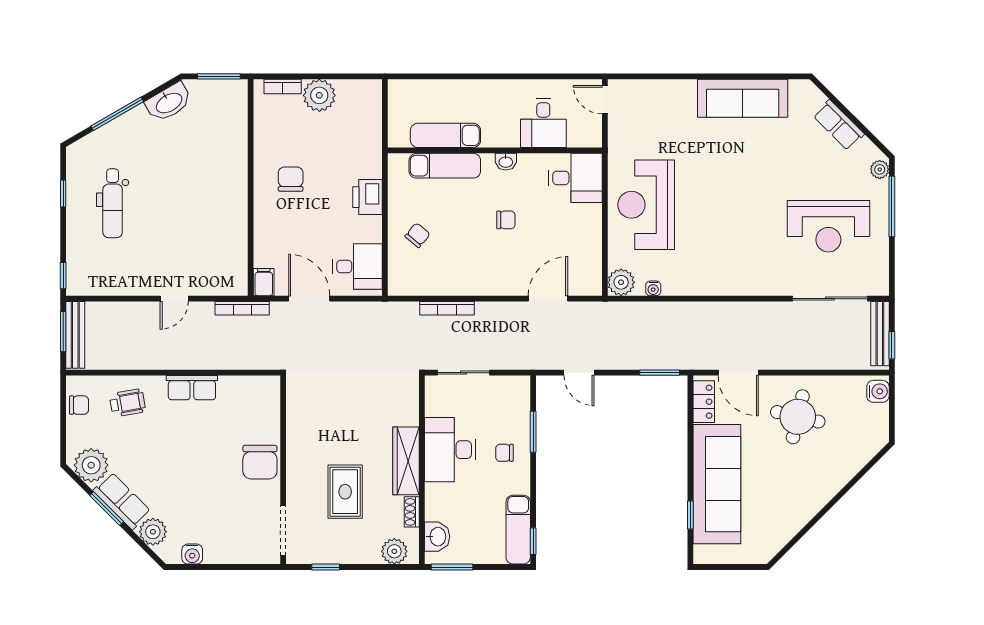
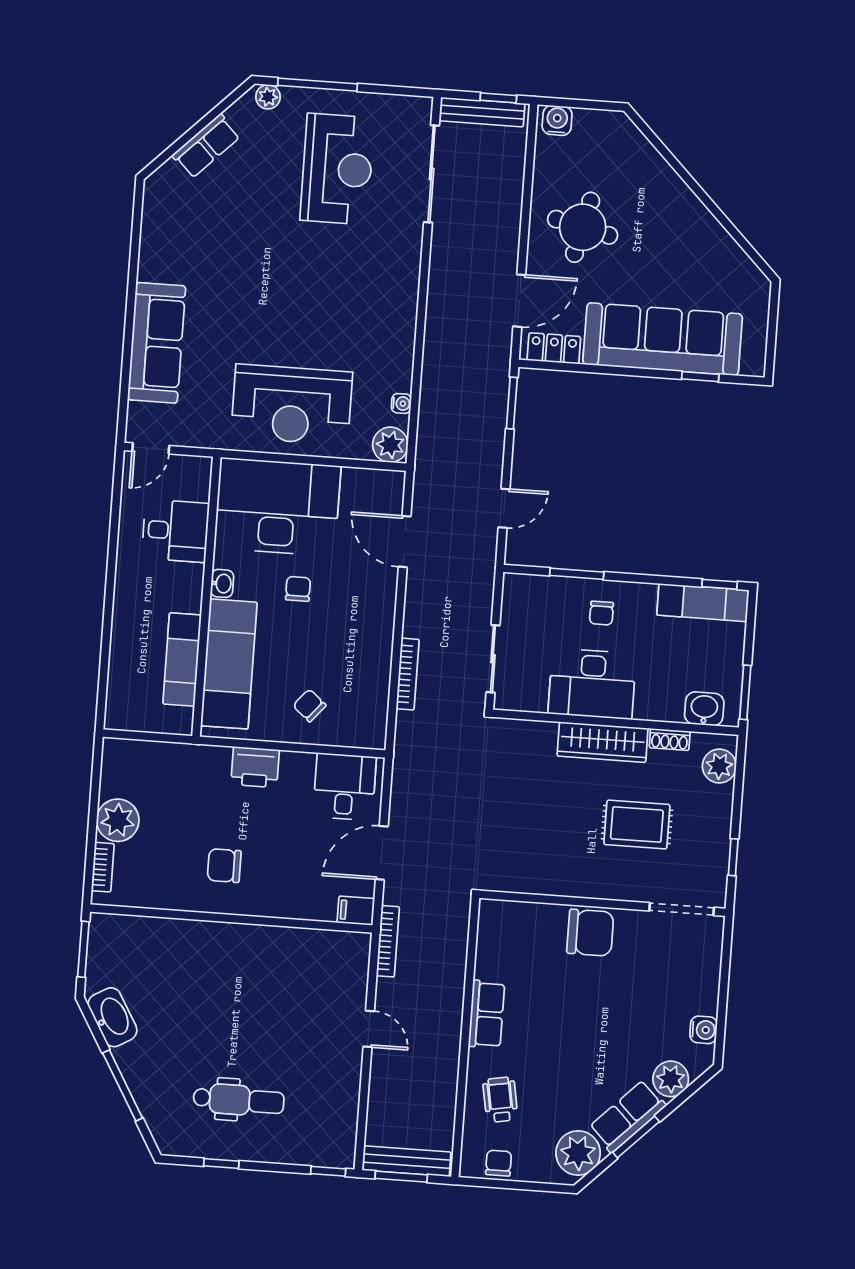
sofa: (743, 98) -> (157, 343), moved
exam couch: (445, 166) -> (229, 664), width x1.36, depth x1.45
desk: (575, 178) -> (277, 507), width x1.87, depth x1.30

